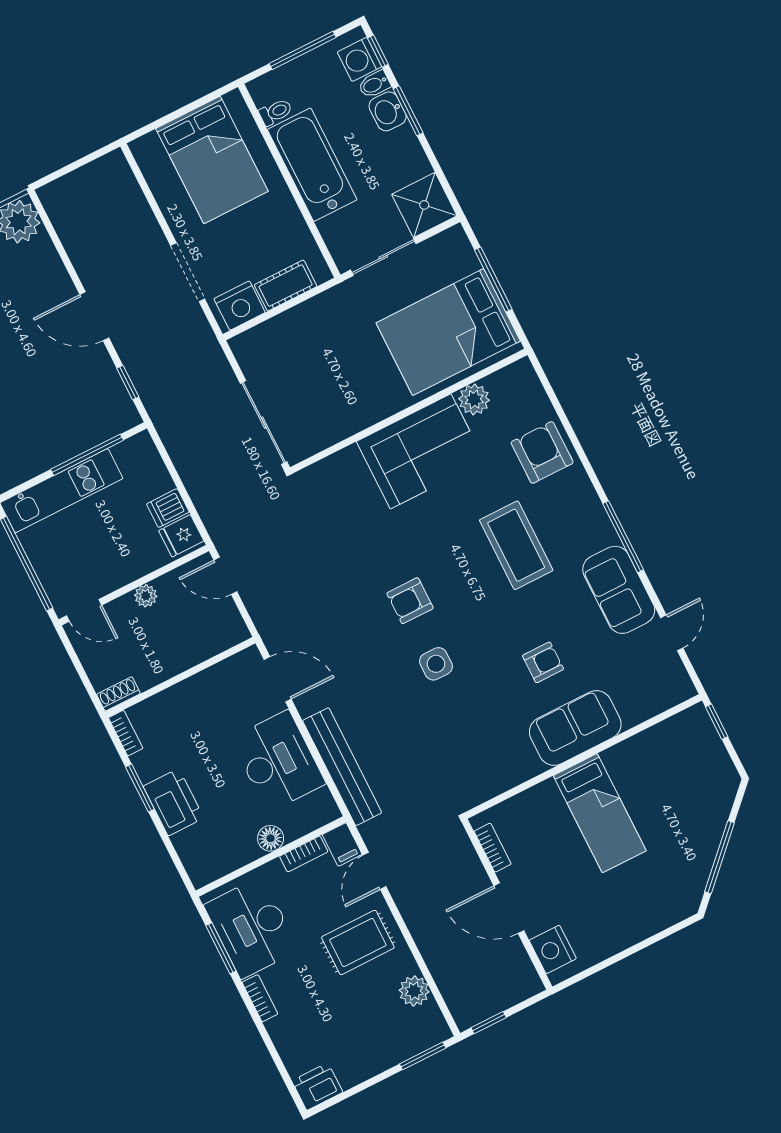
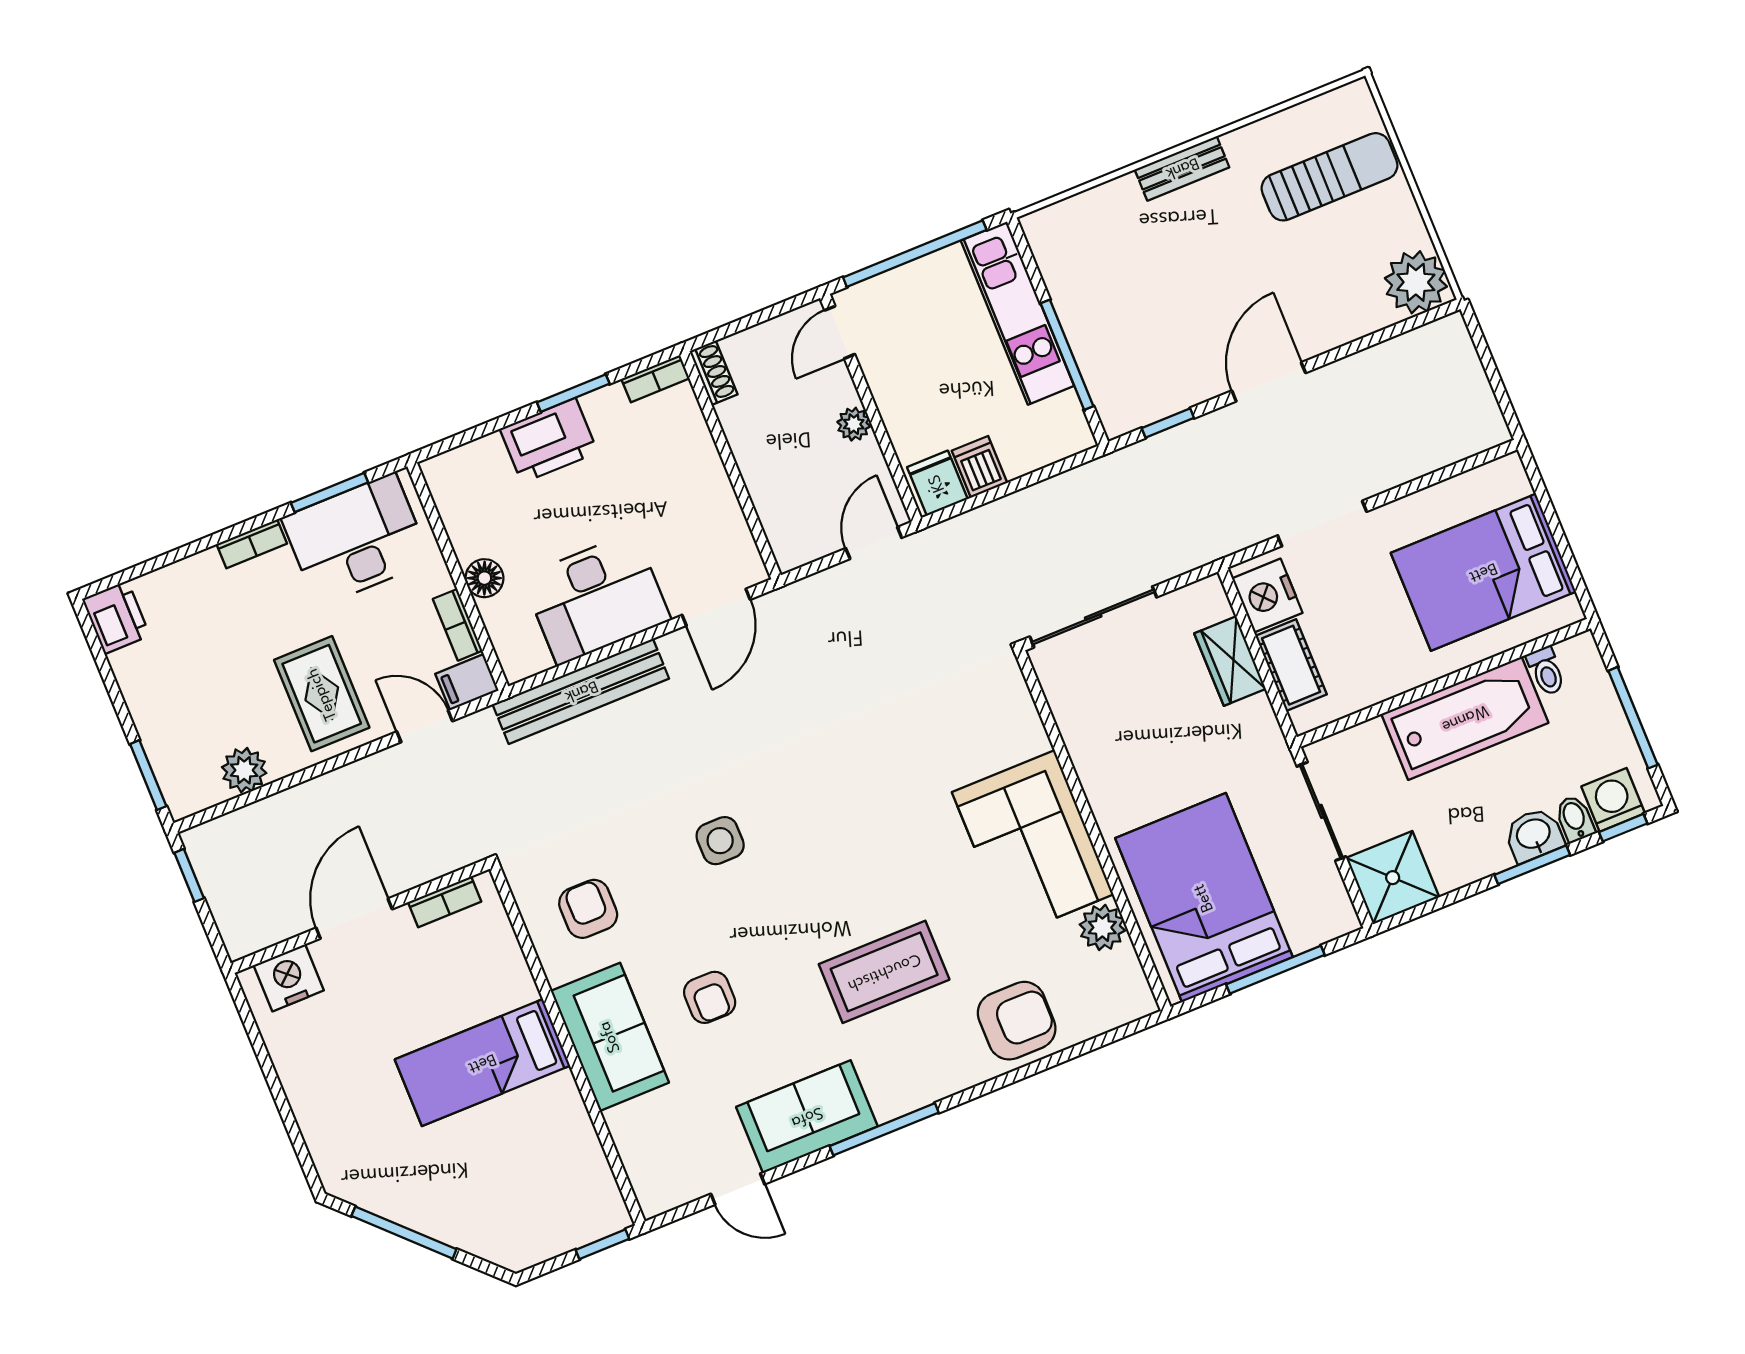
wardrobe: (286, 327) -> (1230, 661), added
armchair: (410, 601) -> (588, 909), moved

